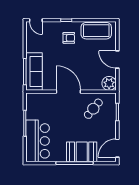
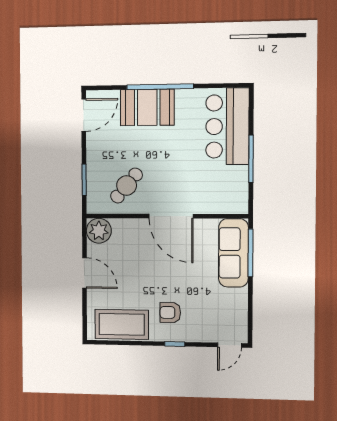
door: (36, 20) -> (230, 345), swing flipped

